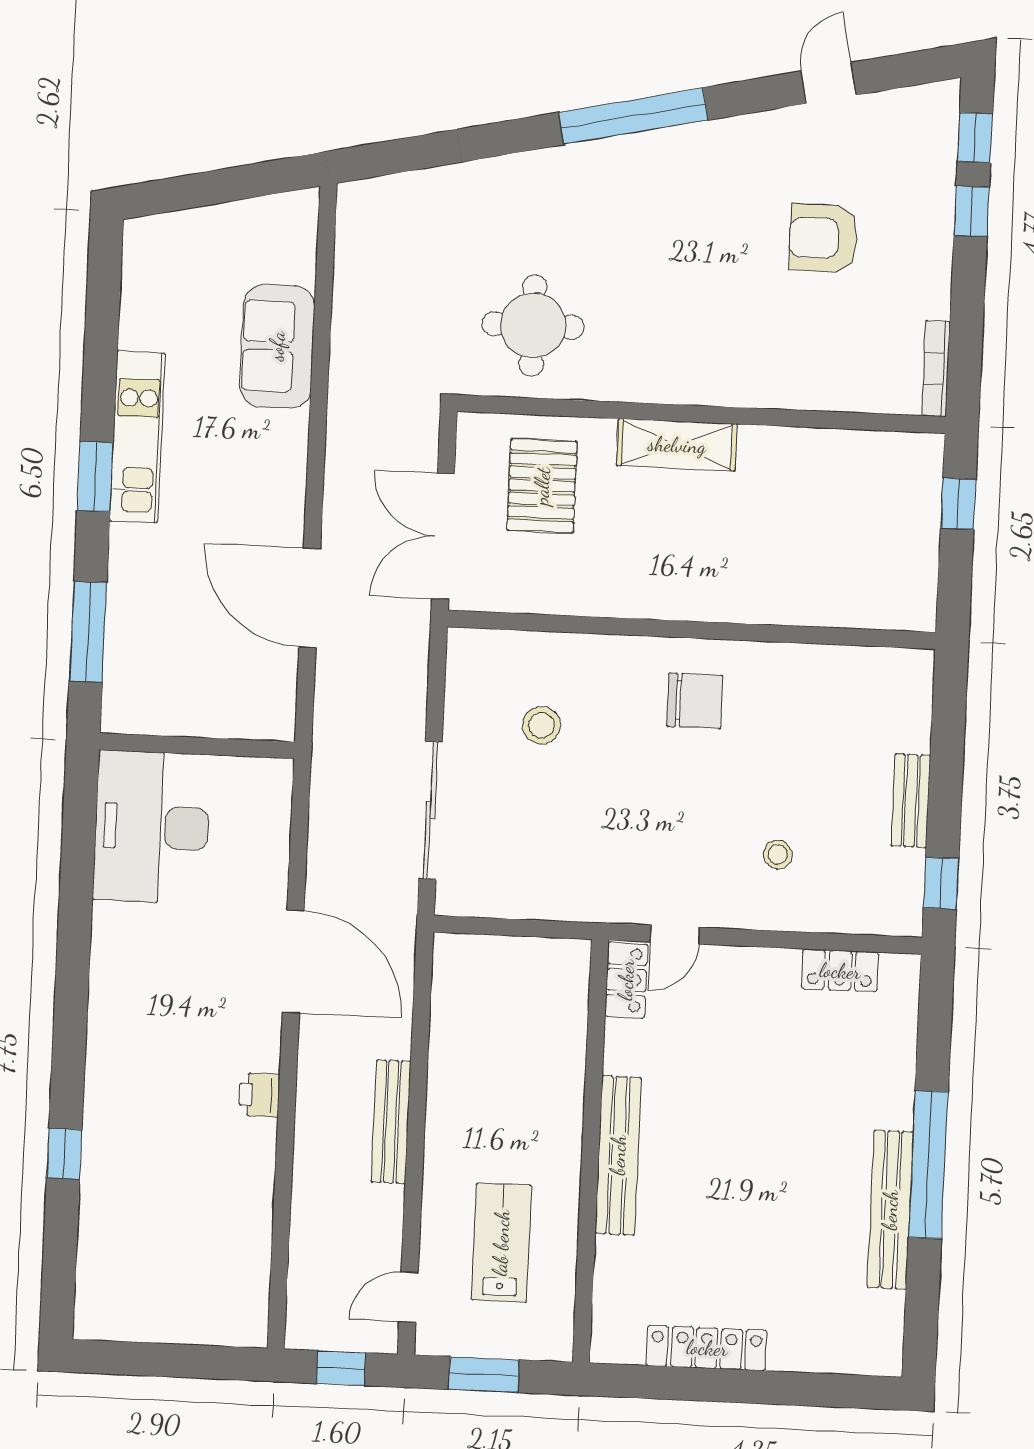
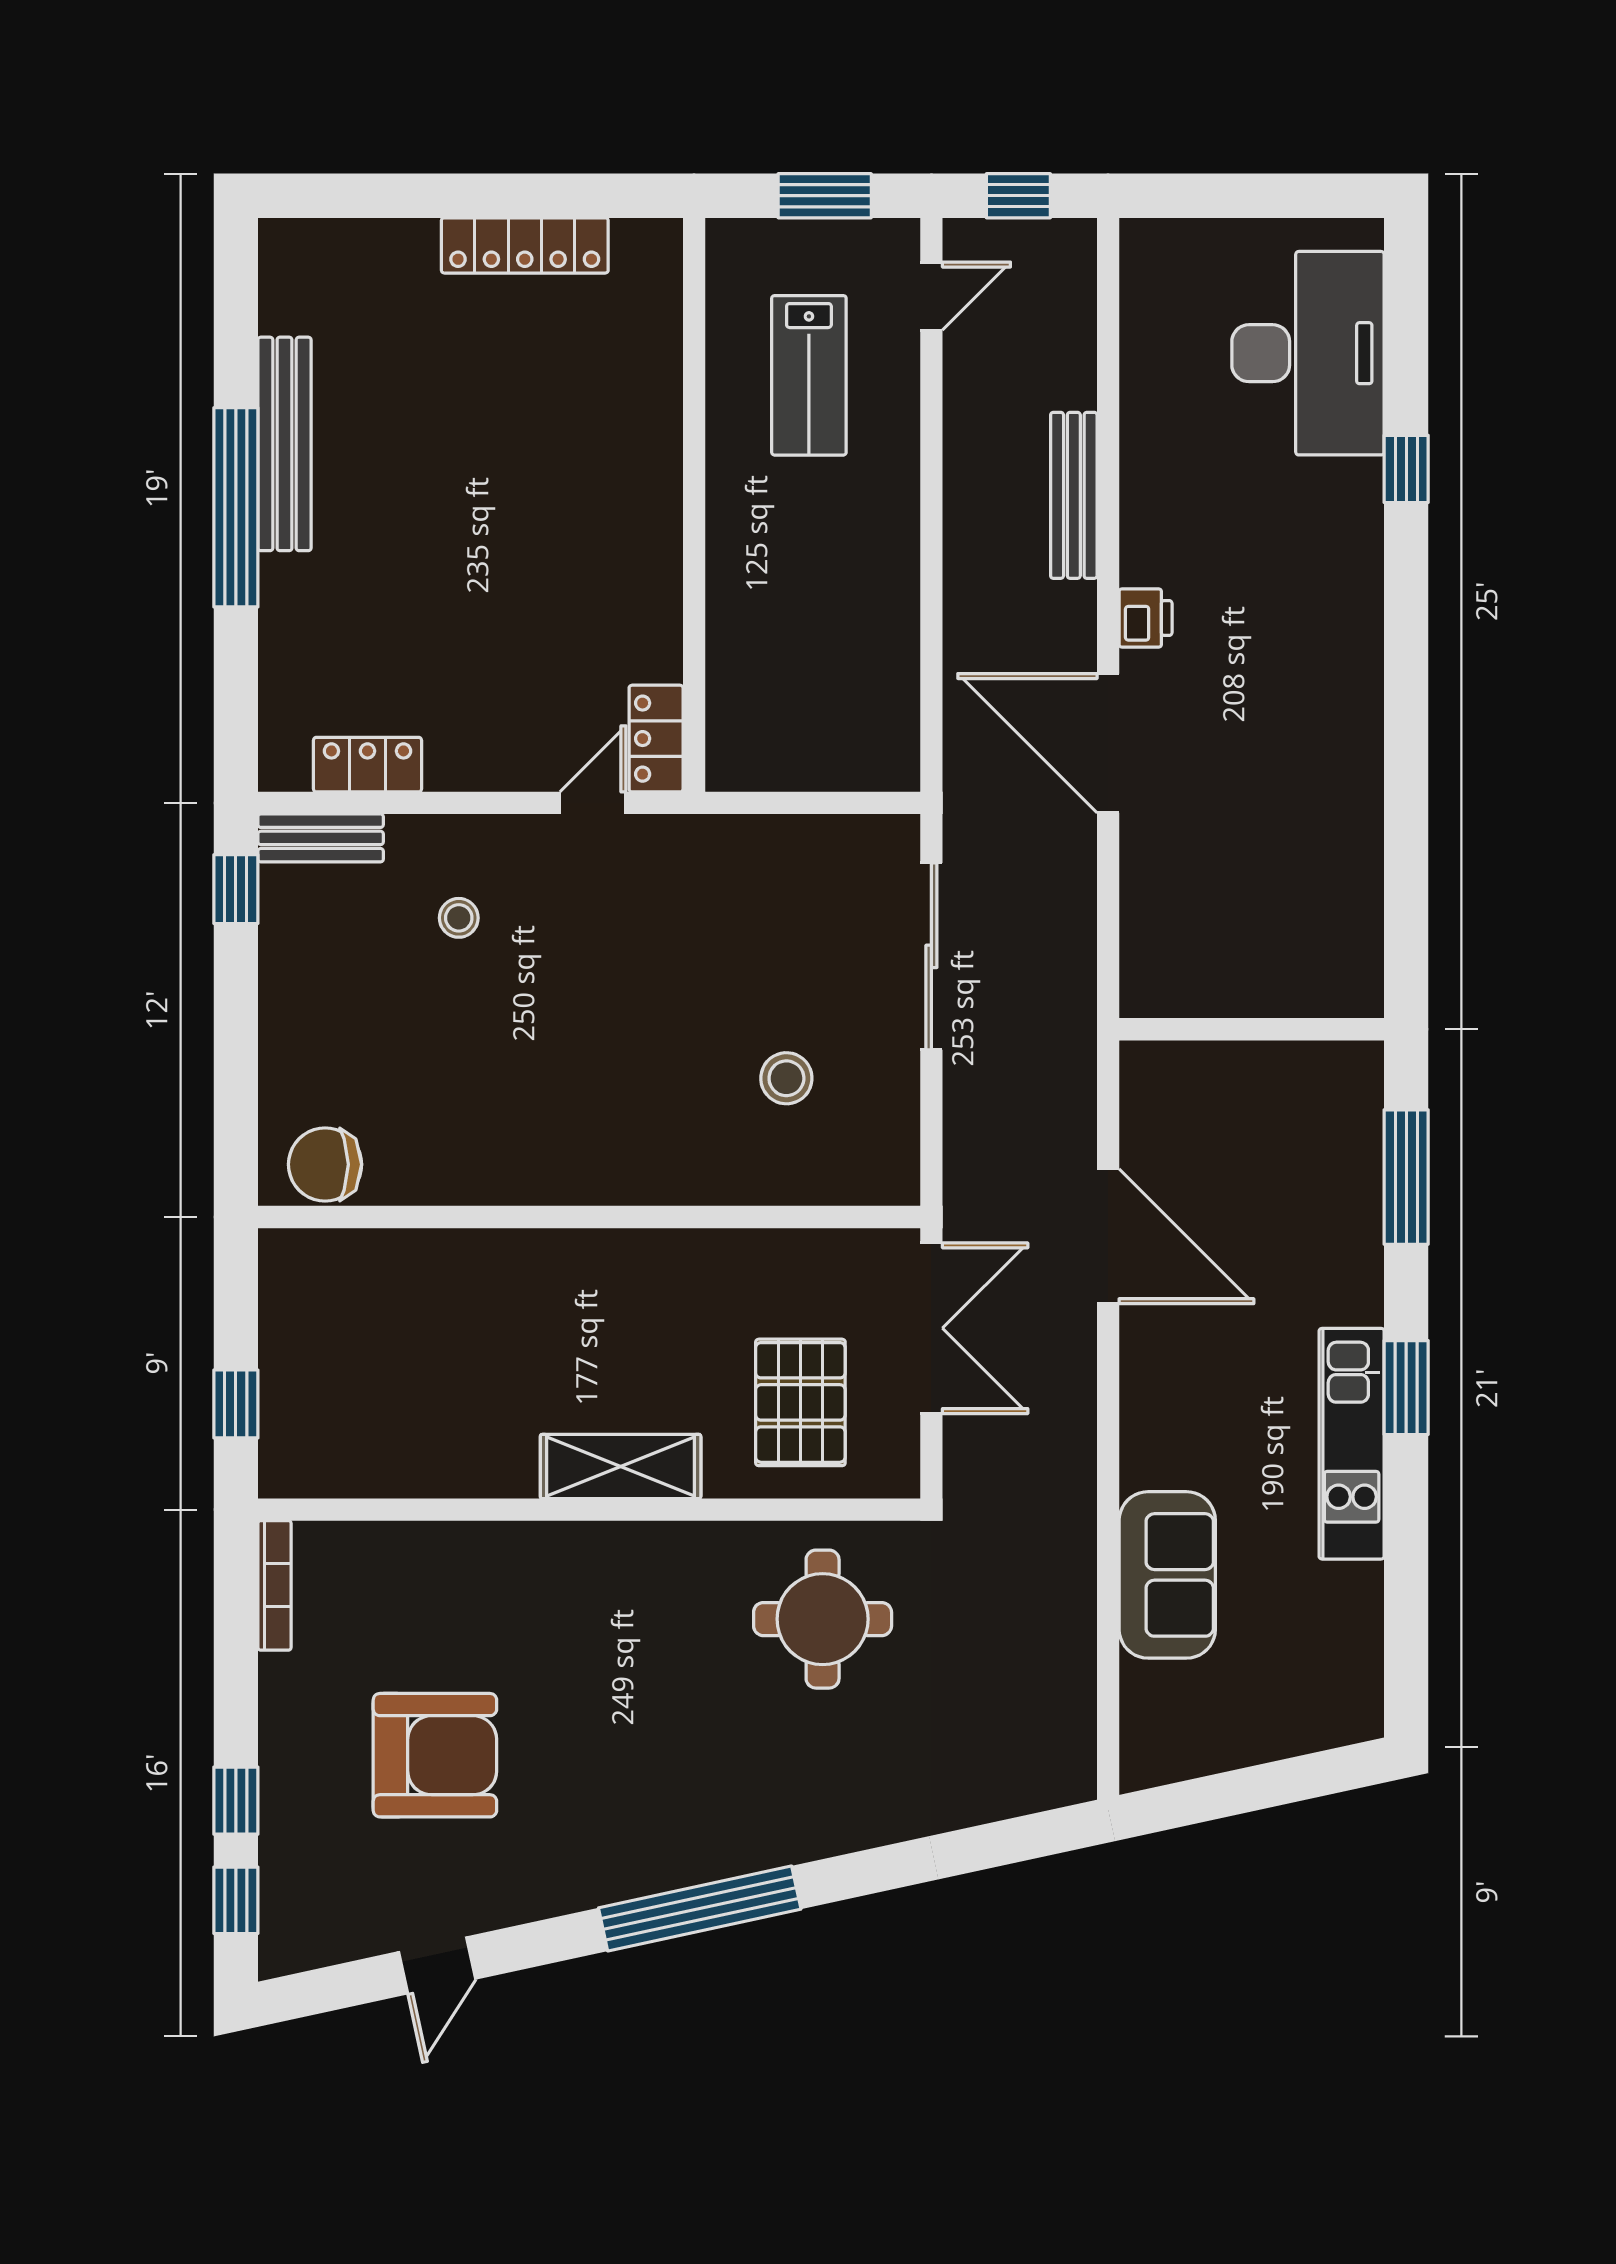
armchair: (823, 238) -> (435, 1755), width x1.36, depth x1.36
chair: (695, 701) -> (325, 1164), moved
bench: (911, 801) -> (321, 838), moved, turned 90
desk: (152, 827) -> (1308, 353), moved
printer: (259, 1095) -> (1146, 618), moved
bench: (391, 1122) -> (1074, 495), moved
bench: (618, 1155) -> (656, 501), removed

